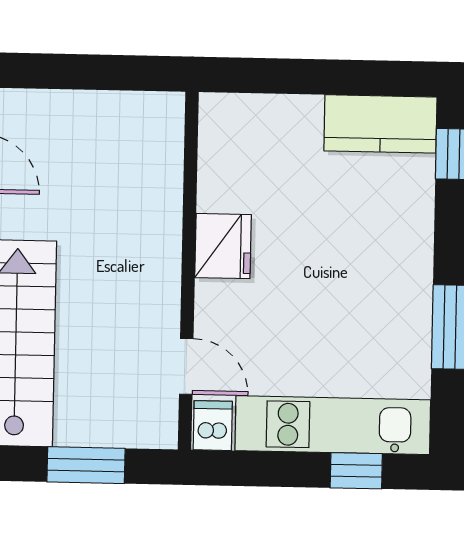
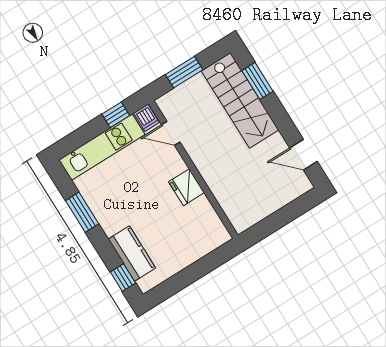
kitchen counter: (380, 124) -> (132, 254), moved, turned 90
window: (356, 471) -> (116, 115), moved

